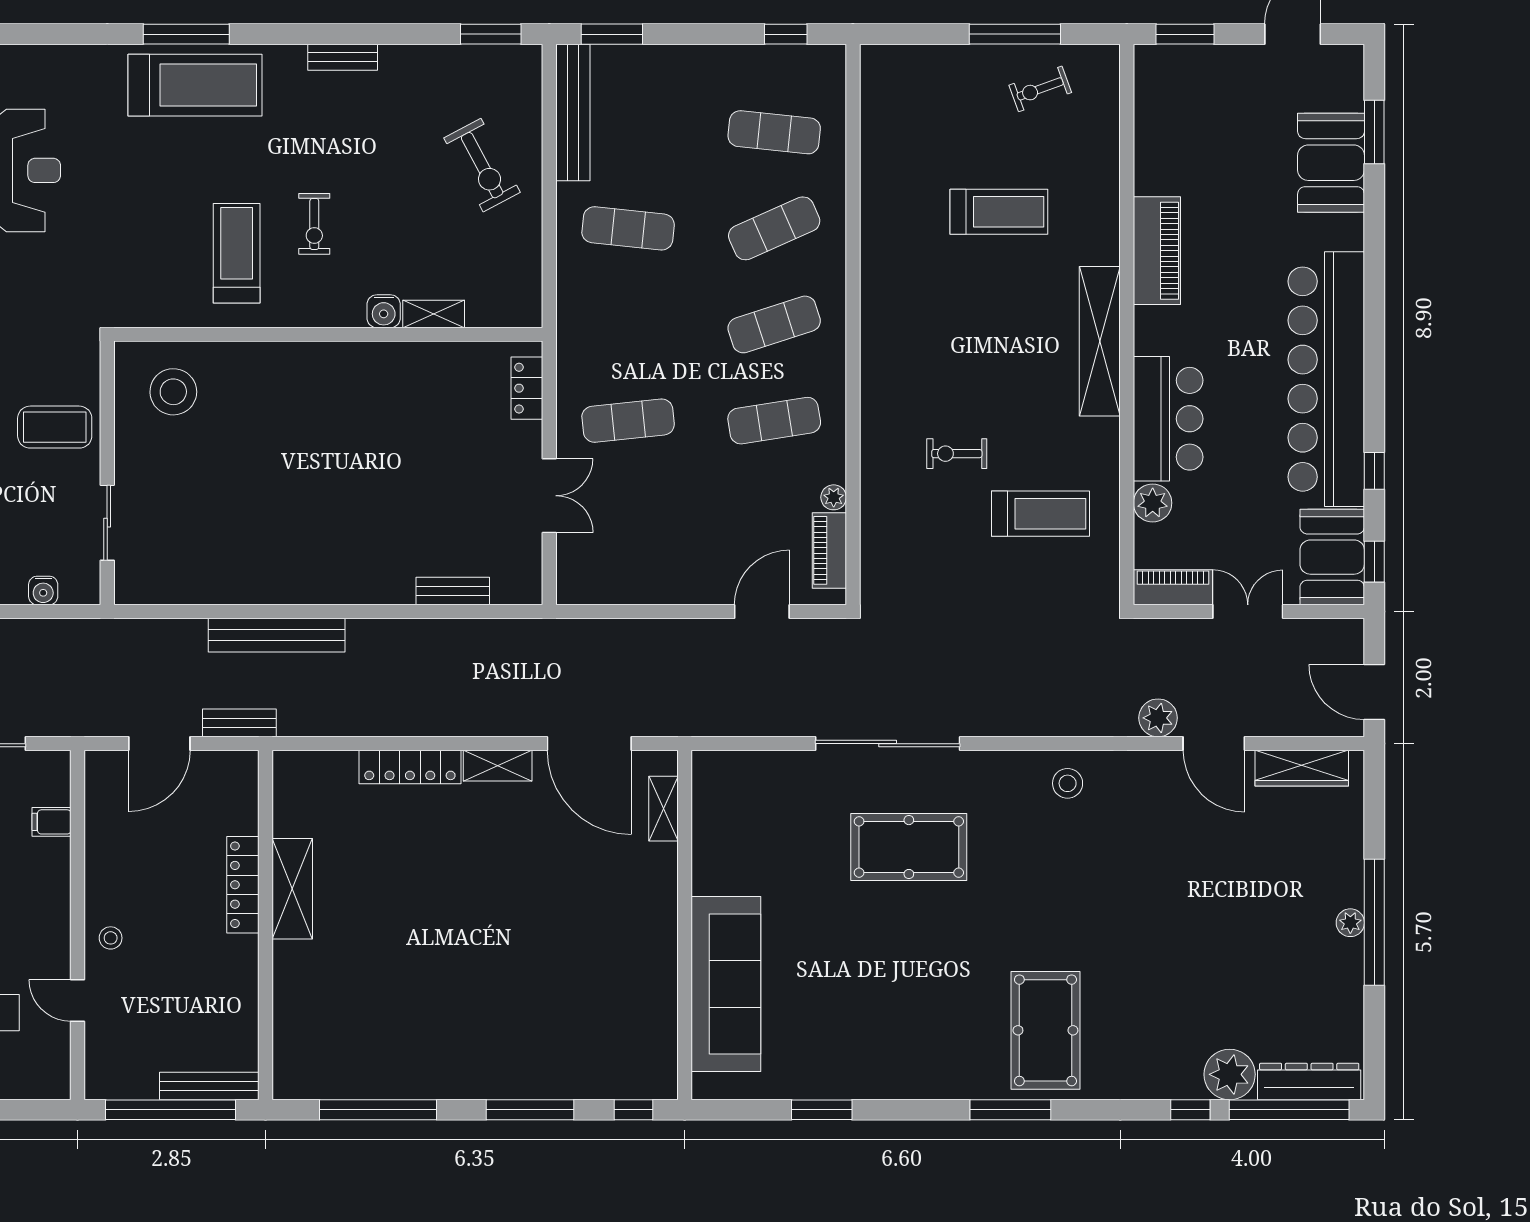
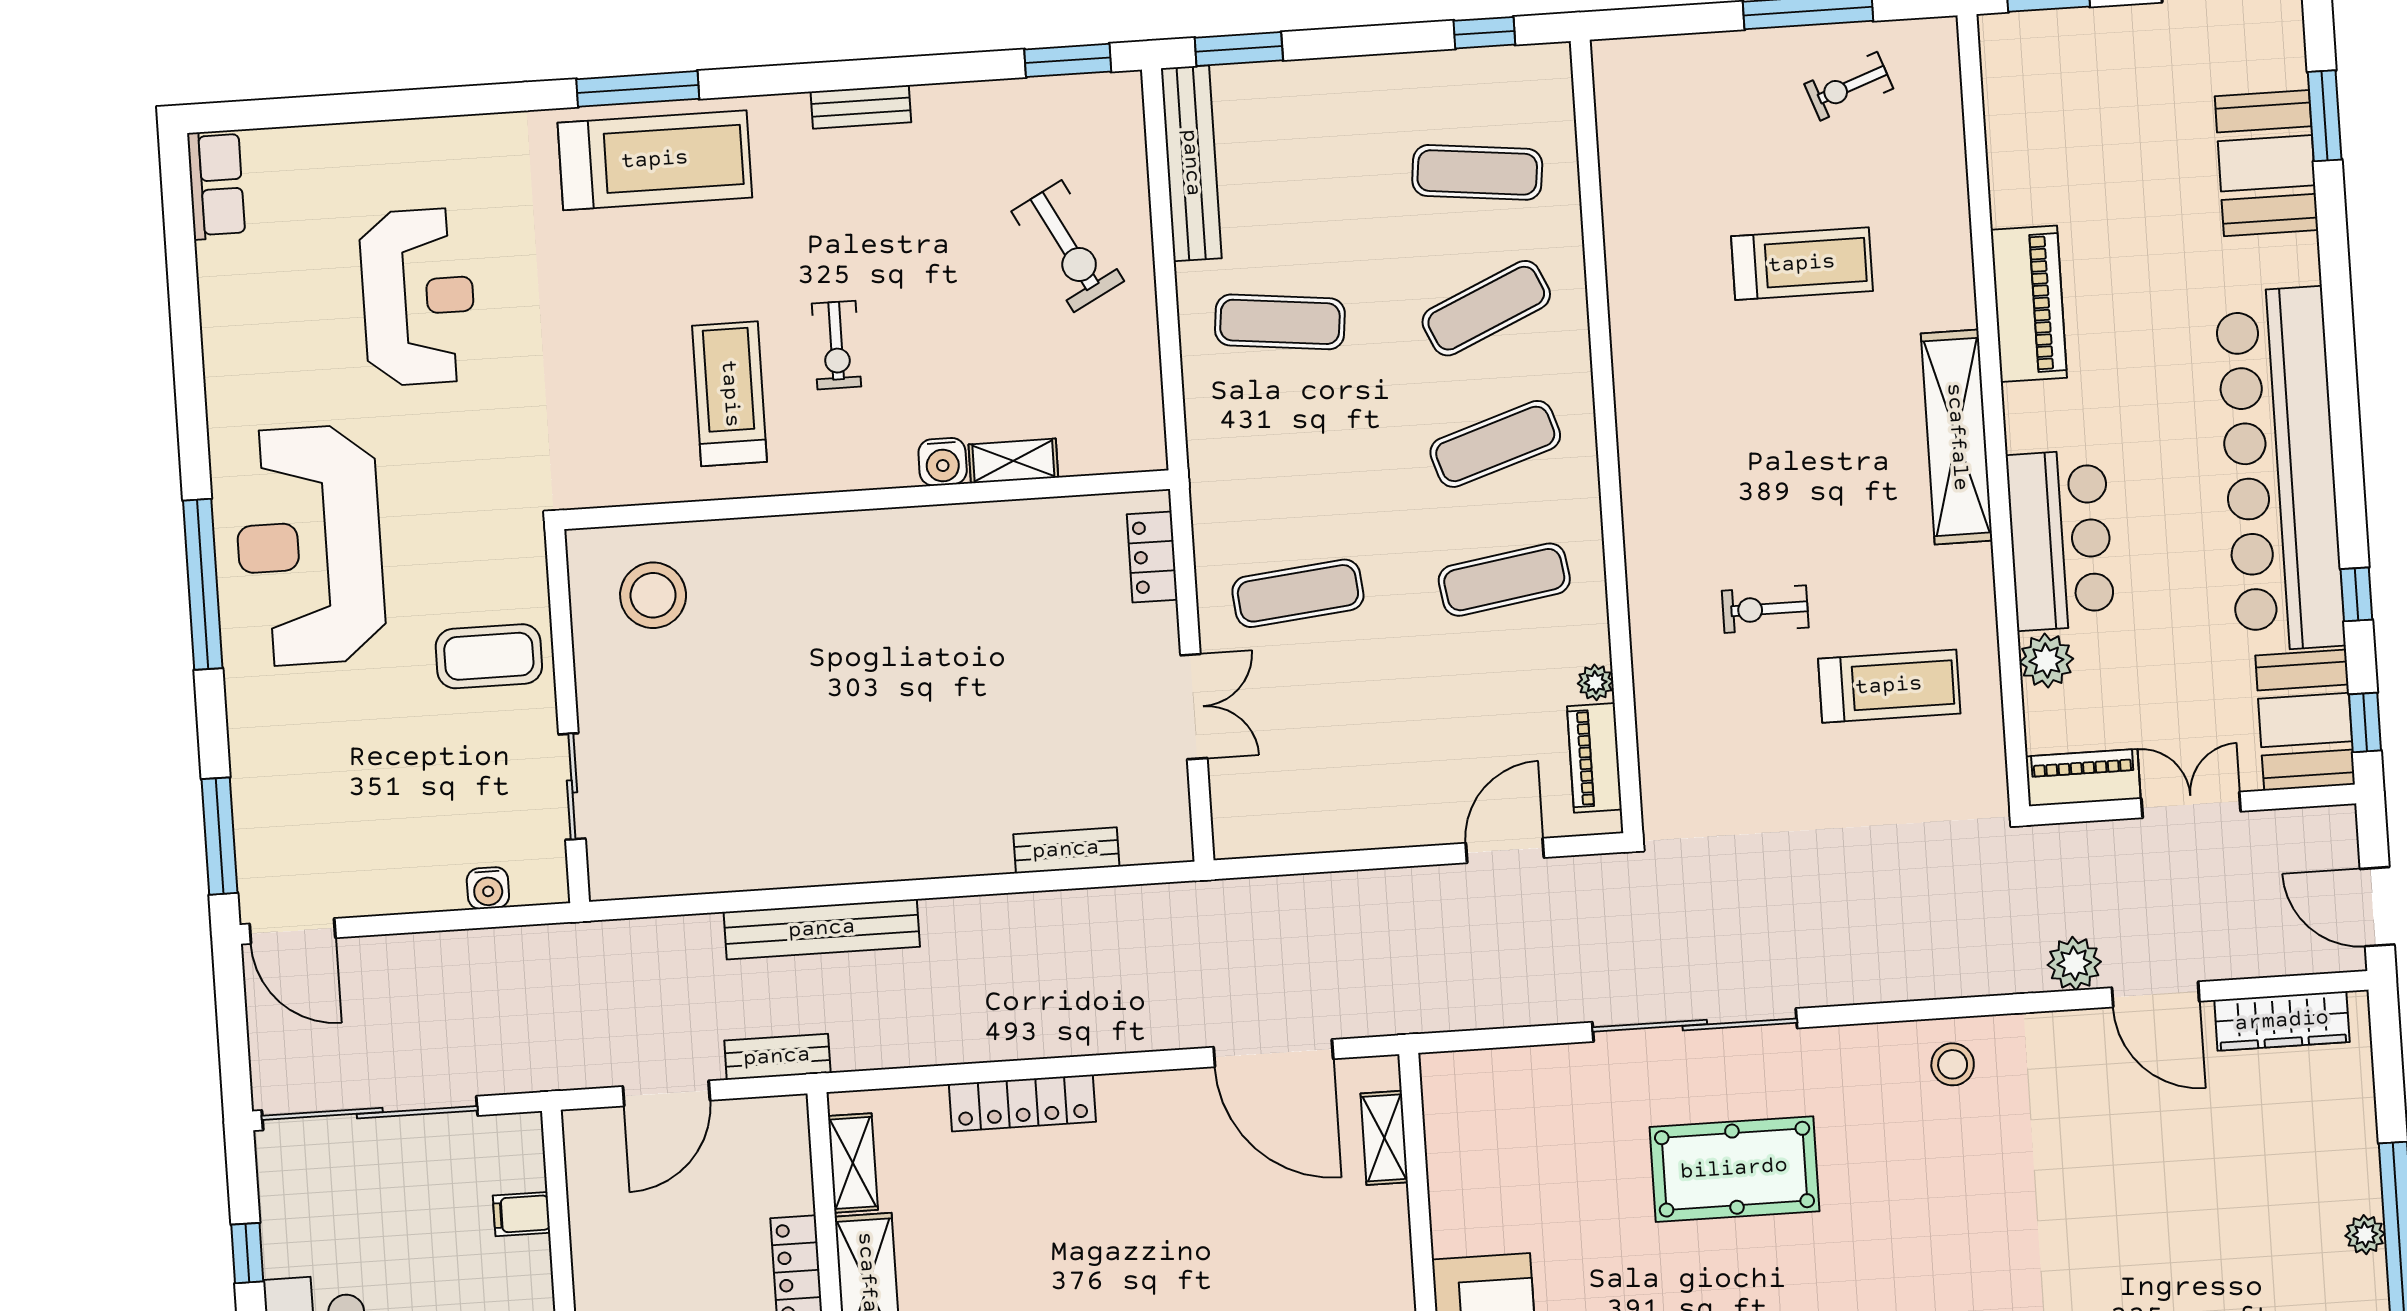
shelving: (498, 766) -> (853, 1163), moved, turned 90

